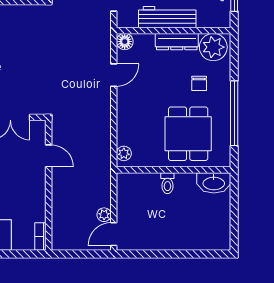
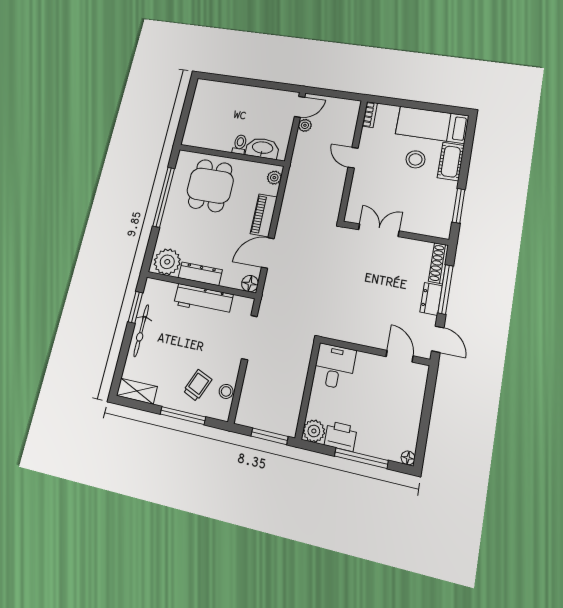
door: (114, 75) -> (268, 253), width x1.38
chair: (199, 83) -> (189, 230), removed
piano: (126, 112) -> (264, 215), added
door: (49, 156) -> (353, 158), moved
washbasin: (214, 183) -> (262, 148), moved

